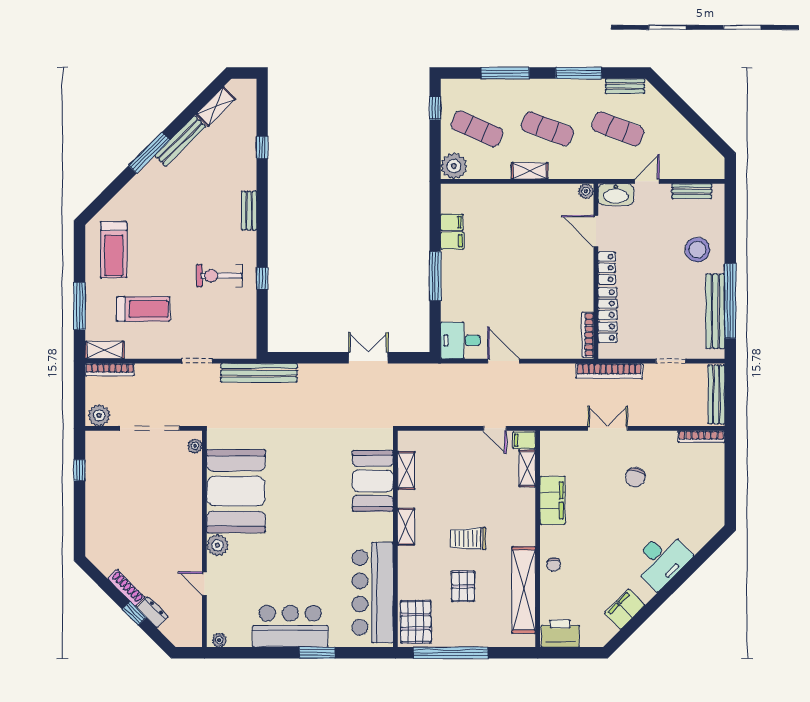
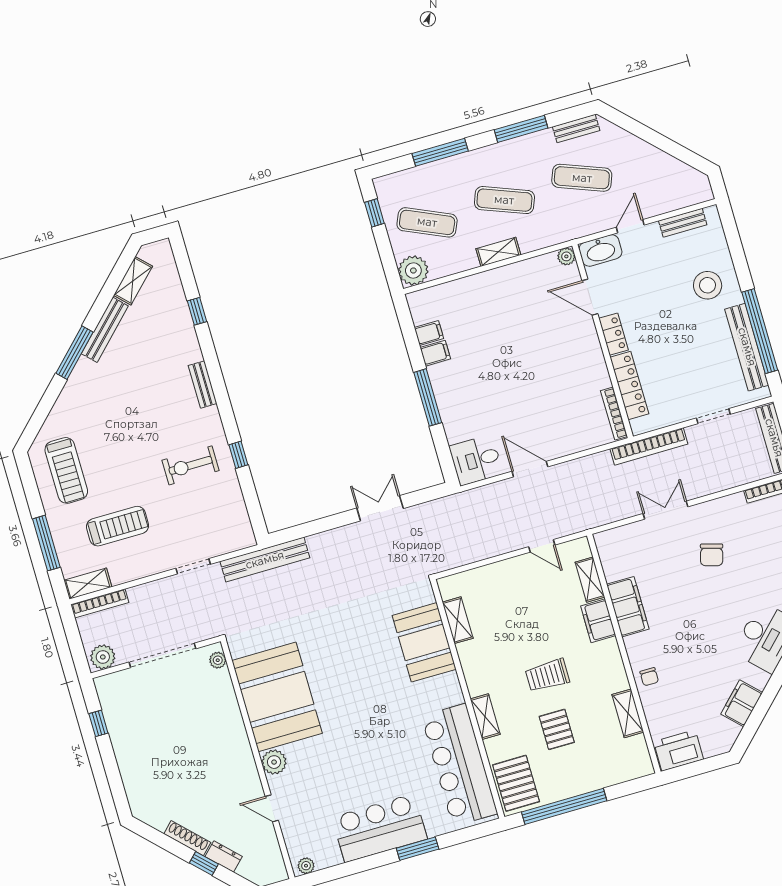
filing cabinet: (524, 440) -> (598, 621), moved, width x2.00
shelving: (406, 527) -> (485, 717), moved
shelving: (524, 590) -> (628, 713), width x0.45, depth x0.75

